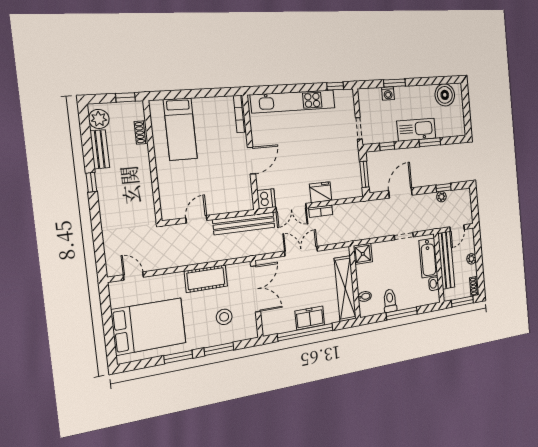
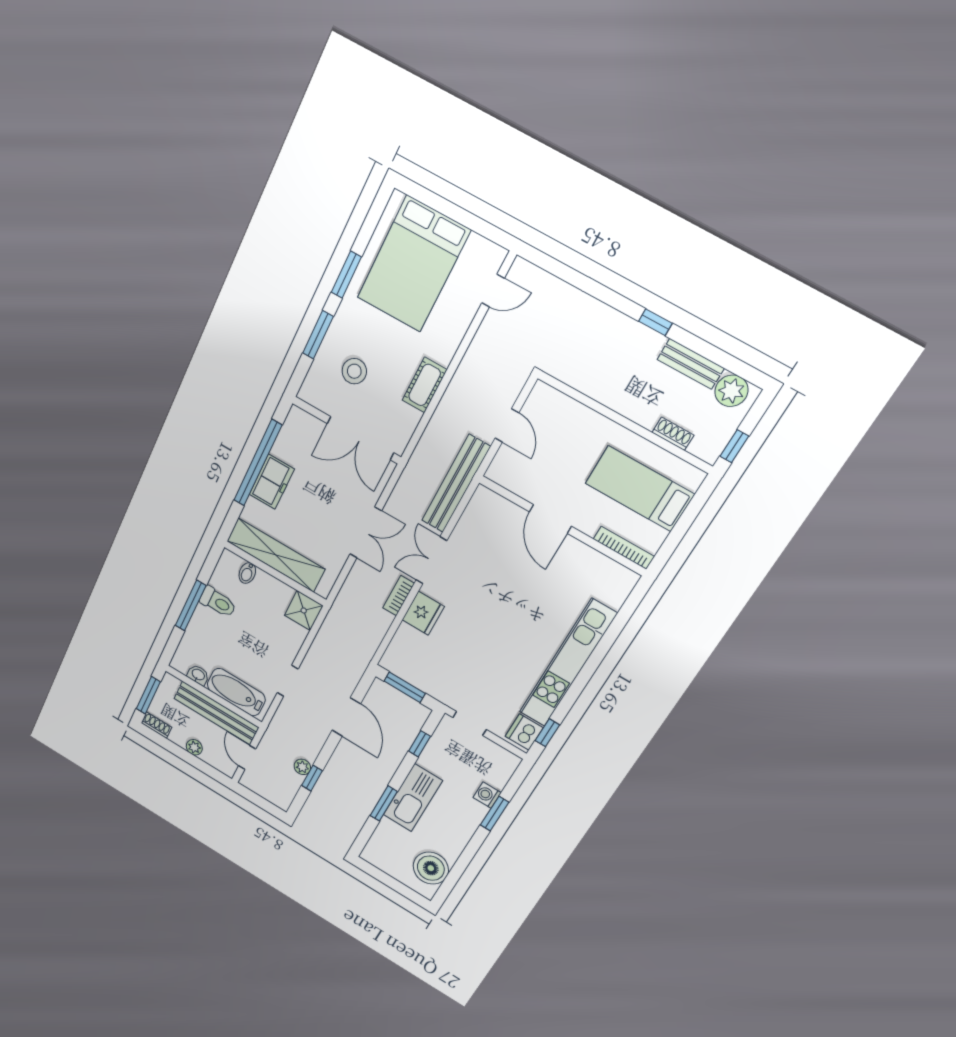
bookcase: (240, 114) -> (624, 548), moved
wall: (251, 152) -> (562, 526), moved
door: (251, 161) -> (550, 519), moved
dishwasher: (266, 199) -> (524, 732), moved, turned 90
cot: (206, 279) -> (425, 385), width x0.73, depth x0.75

